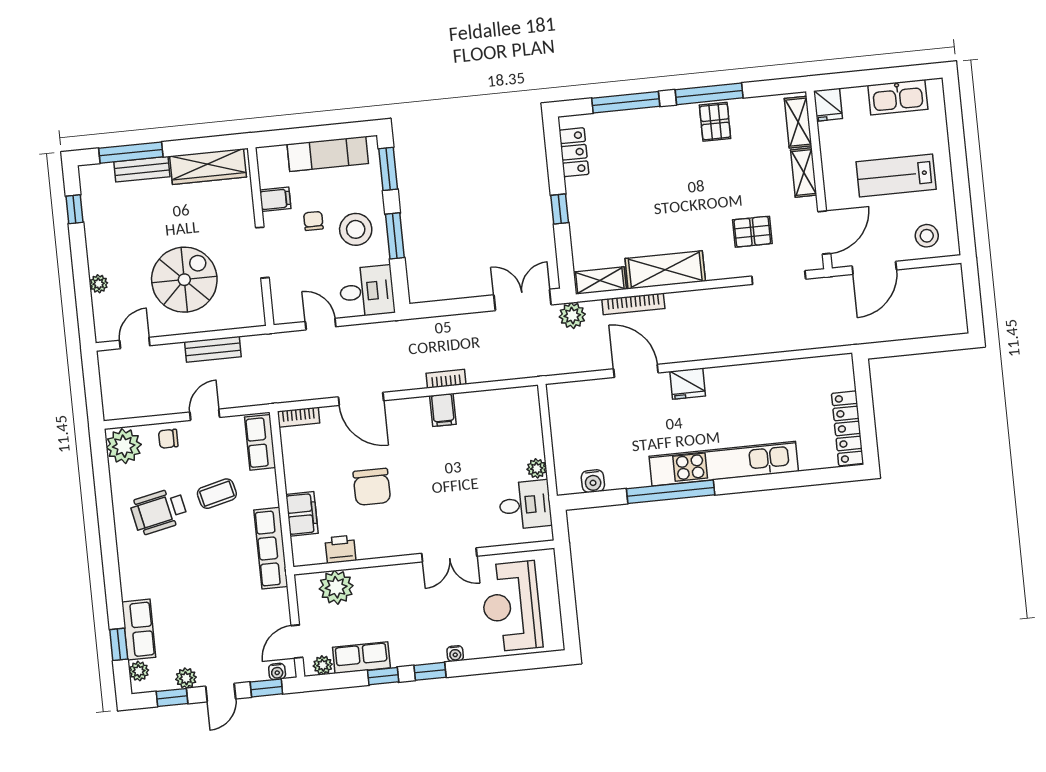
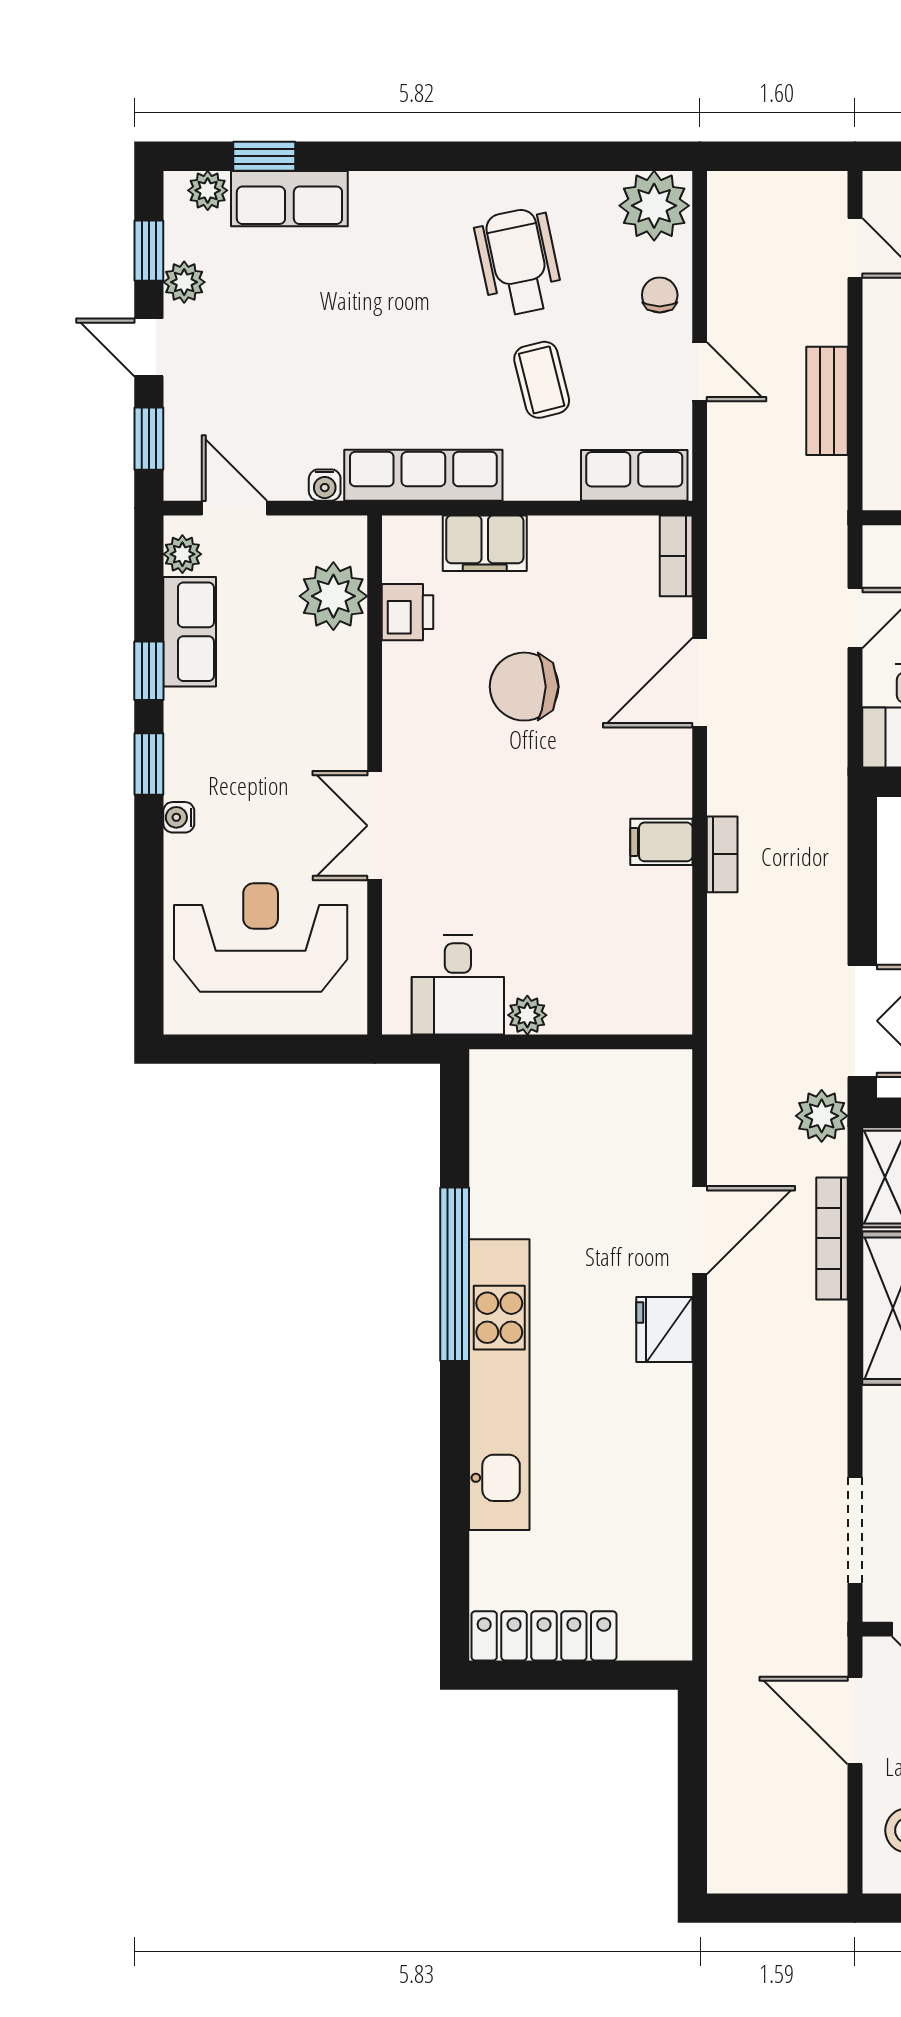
water cooler: (593, 481) -> (491, 1123), removed
water cooler: (277, 671) -> (325, 485), moved, turned -90

